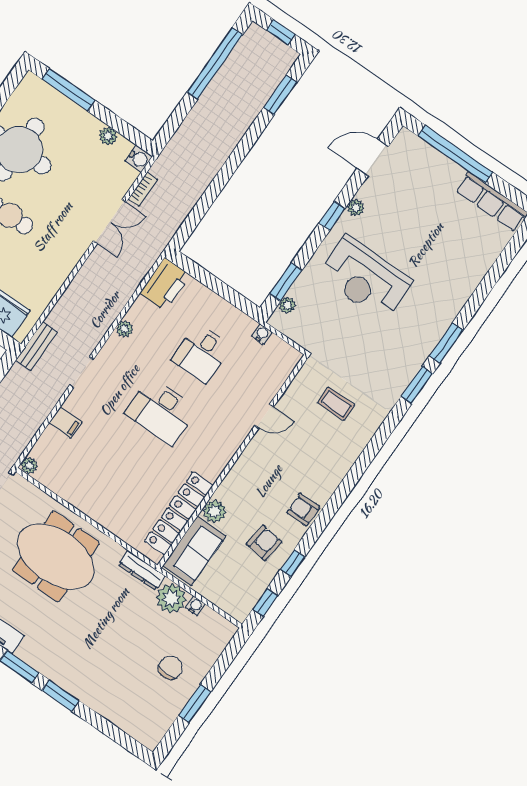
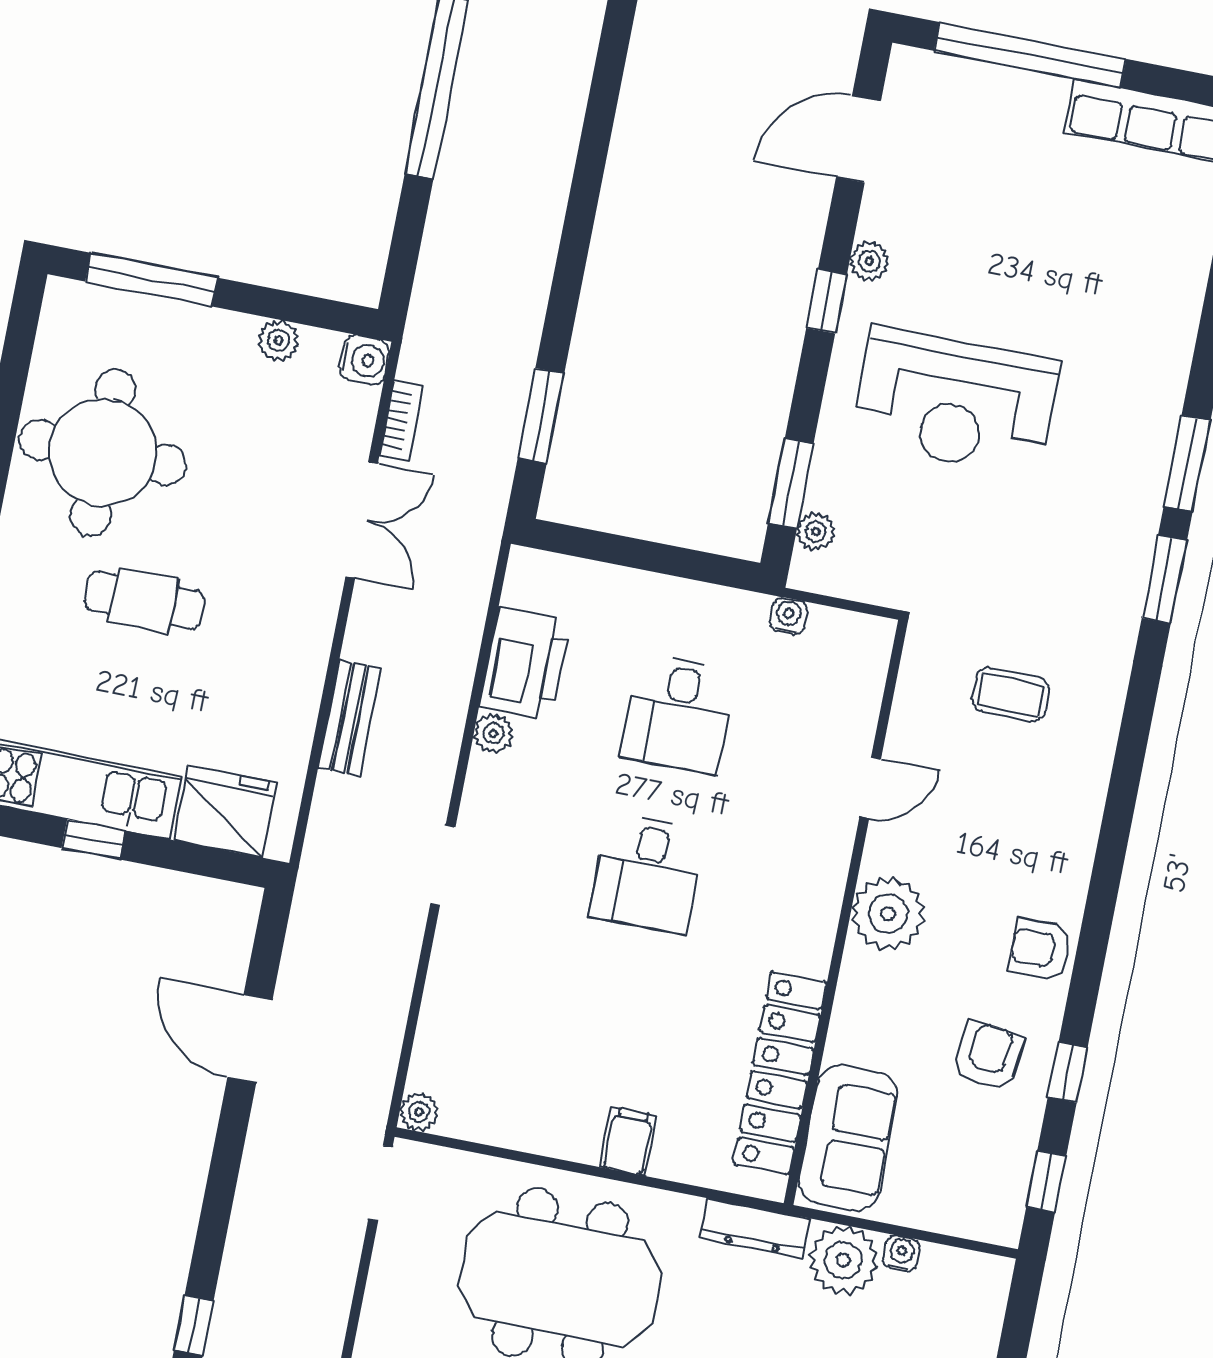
window: (280, 95) -> (541, 416), moved
printer: (165, 284) -> (525, 664), moved
bench: (36, 346) -> (349, 718), moved
desk: (161, 411) -> (647, 874), width x0.73
filing cabinet: (65, 423) -> (628, 1141), moved, turned -90
plant: (215, 511) -> (888, 914), moved, width x1.36, depth x1.36

